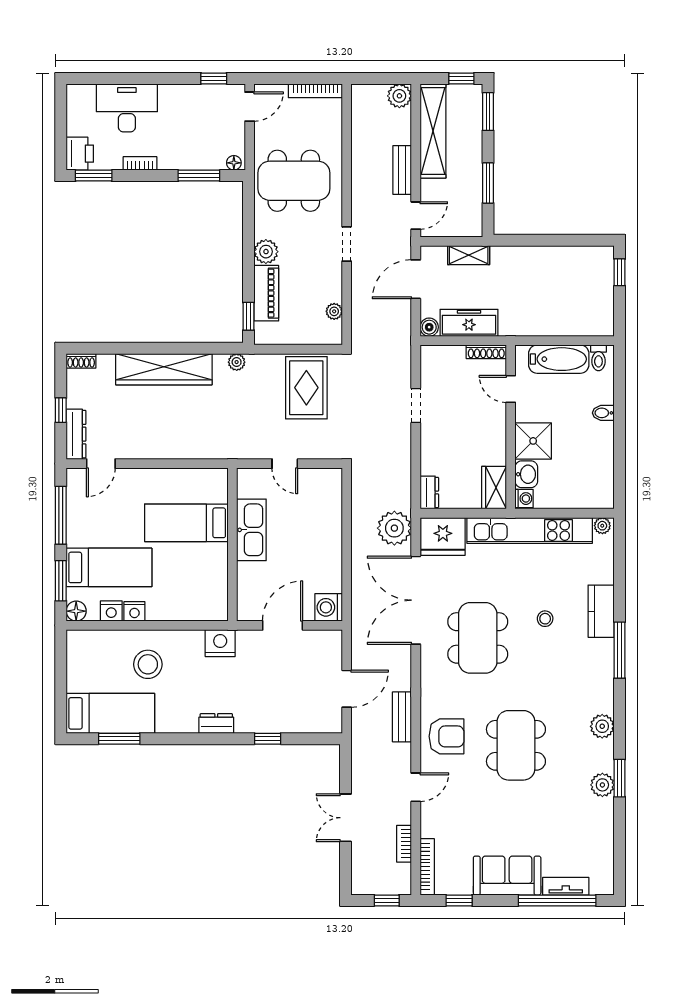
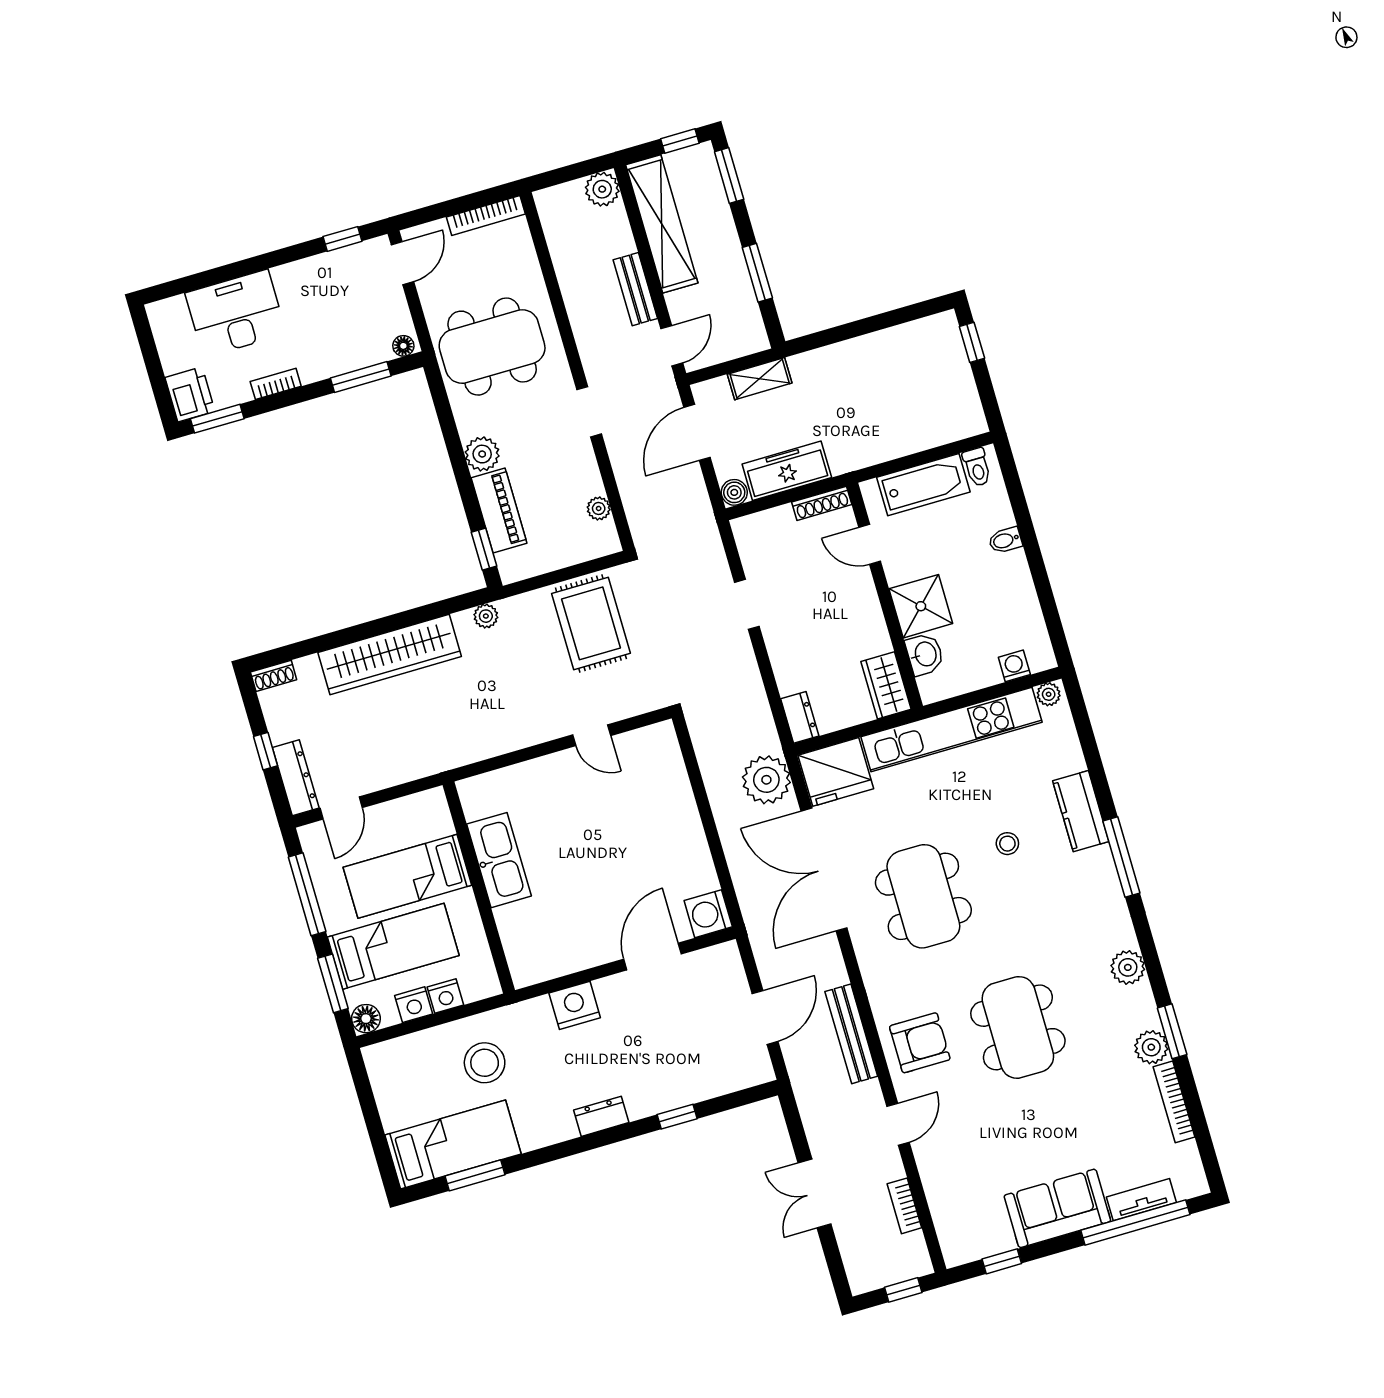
washing machine: (524, 499) -> (1014, 666), moved, turned -90
bed: (186, 523) -> (407, 876), moved
kitchen sink: (251, 530) -> (499, 860), moved
wall: (232, 544) -> (479, 888), moved
bench: (402, 717) -> (851, 1034), width x1.36
bookcase: (427, 867) -> (1174, 1102), moved, turned 180

